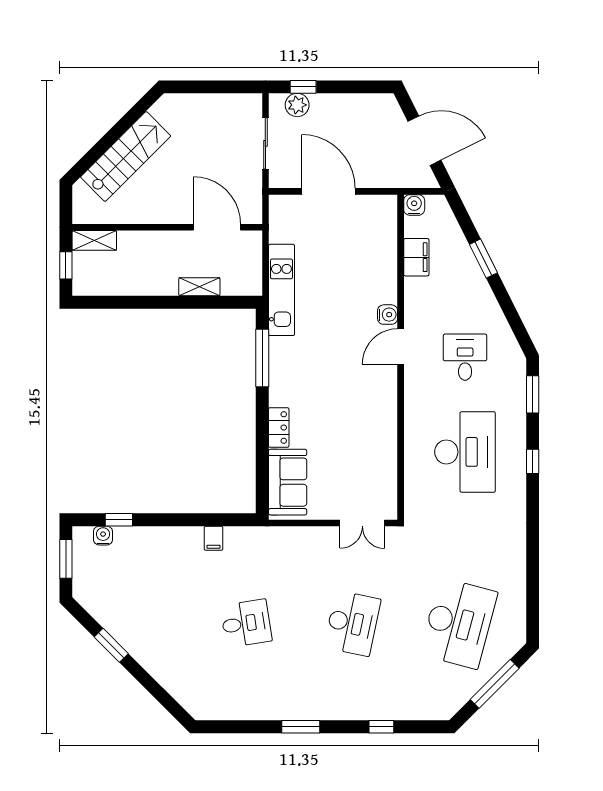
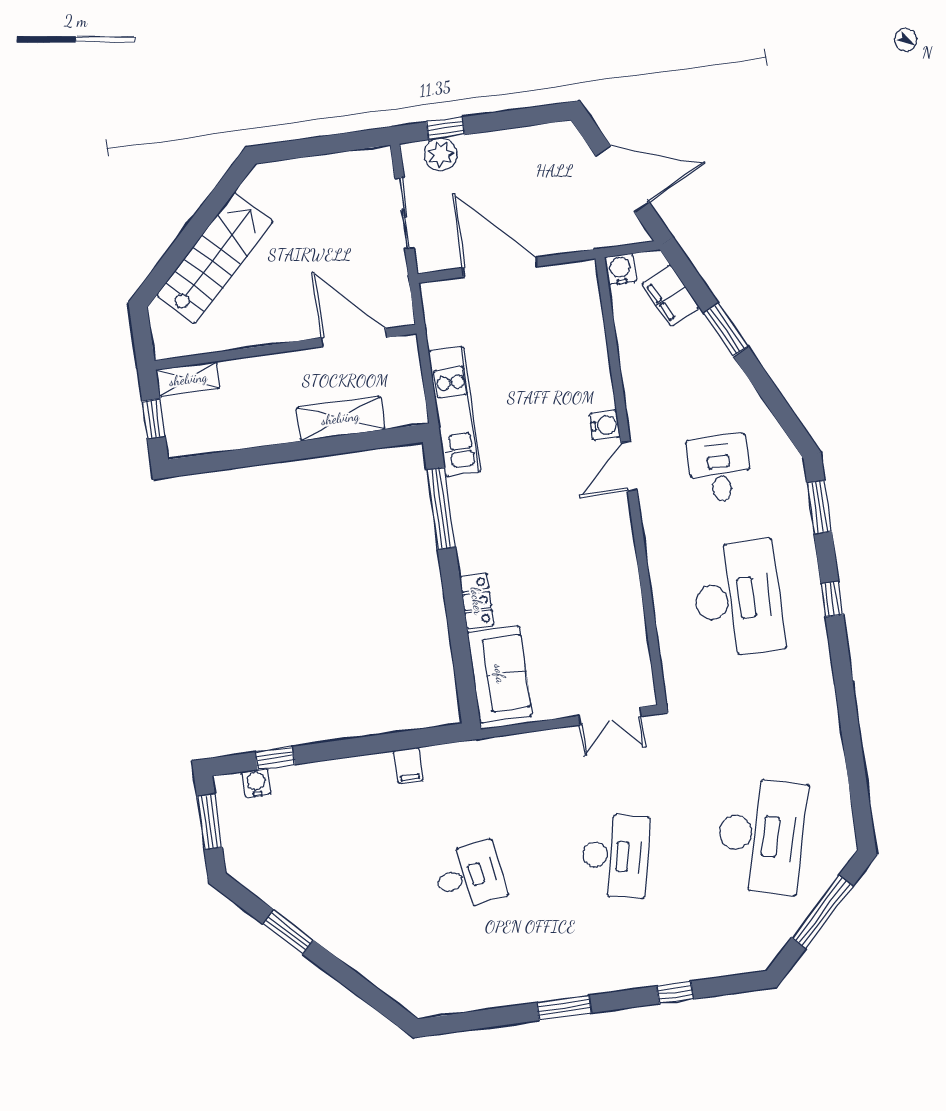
filing cabinet: (416, 257) -> (671, 295), moved, turned 153
shelving: (199, 287) -> (340, 418), width x1.50, depth x1.33

